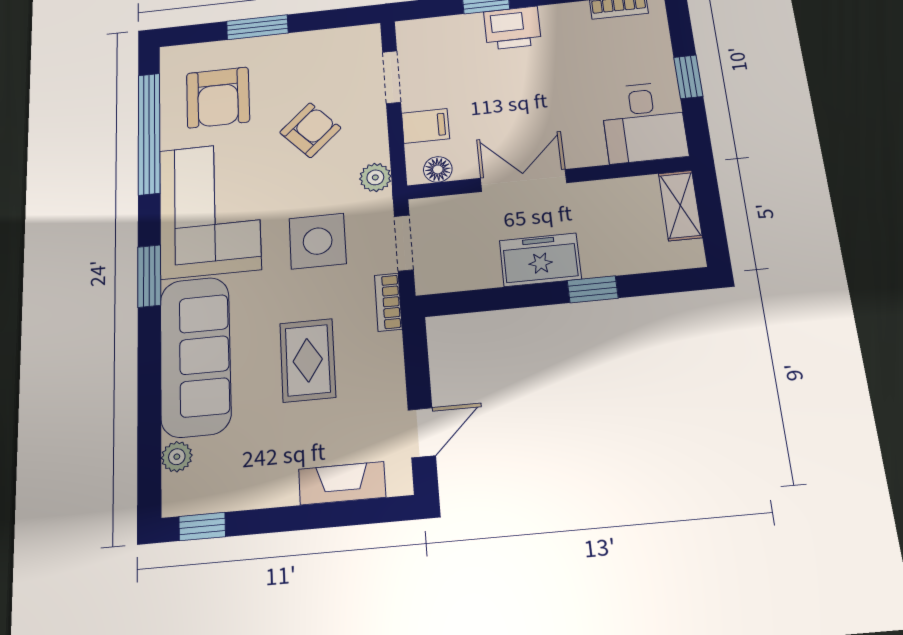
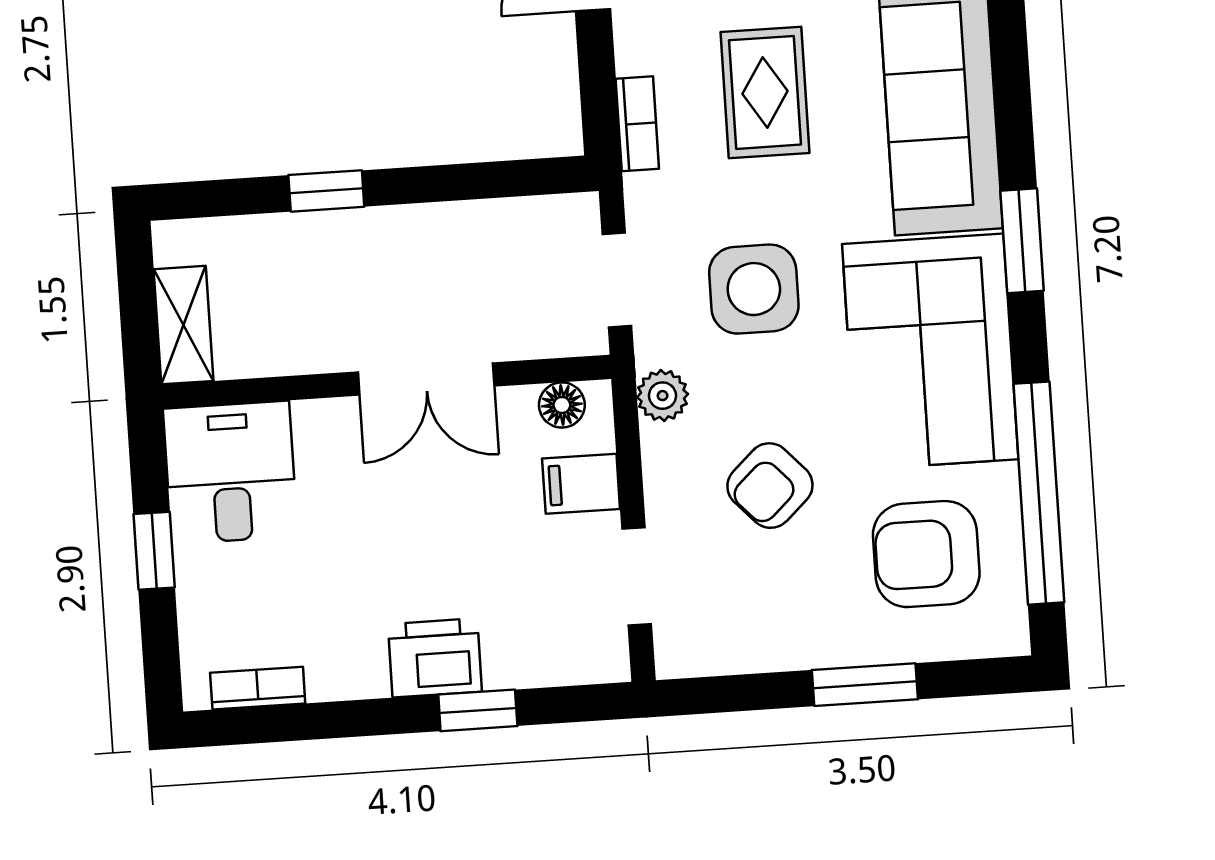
armchair: (218, 97) -> (926, 554), turned -90
freezer: (540, 260) -> (404, 243), removed
bookcase: (388, 302) -> (637, 124), moved

